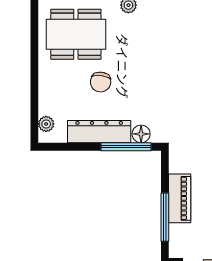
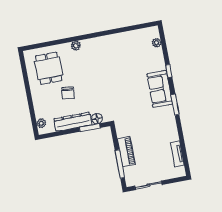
dining table: (76, 34) -> (49, 68), width x0.73
window: (126, 147) -> (90, 128), width x0.69

